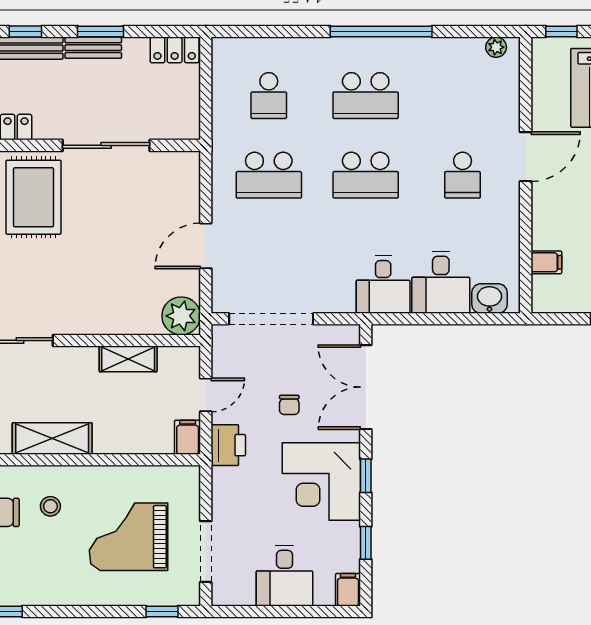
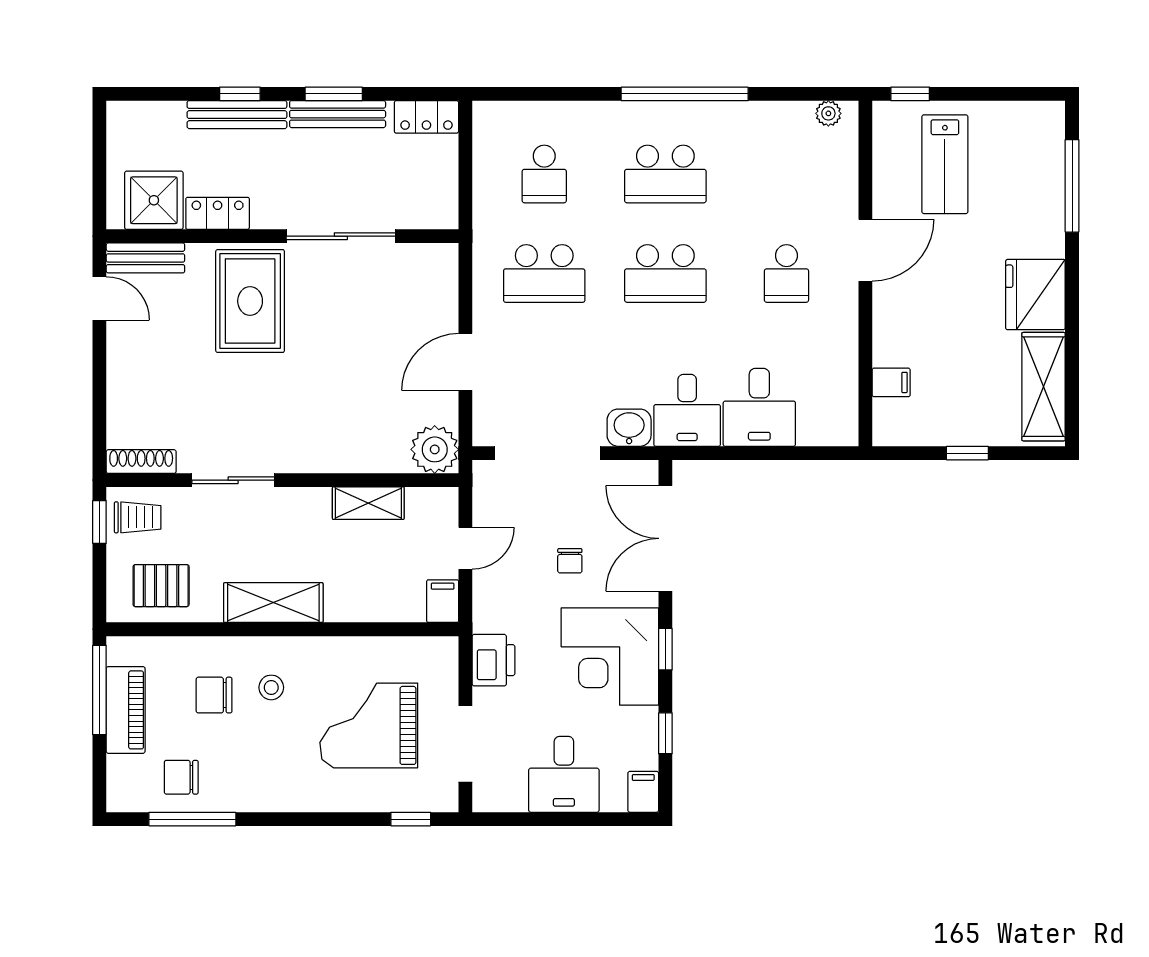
bench: (93, 48) -> (338, 114), width x1.36
washbasin: (489, 298) -> (629, 428), moved
printer: (228, 445) -> (494, 660), moved

